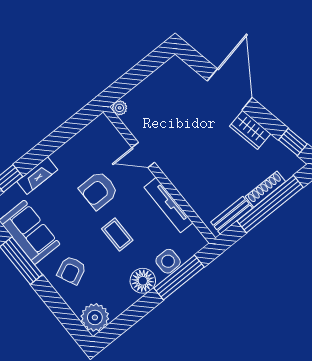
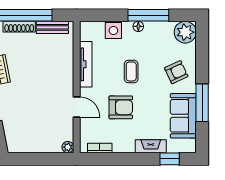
bookcase: (87, 133) -> (100, 148), added
window: (179, 277) -> (148, 15), moved
floor lamp: (143, 281) -> (138, 26), width x0.53, depth x0.53

